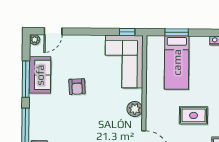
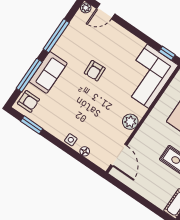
sofa: (40, 75) -> (48, 72), moved

